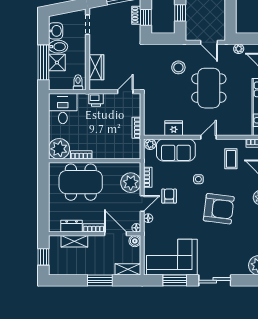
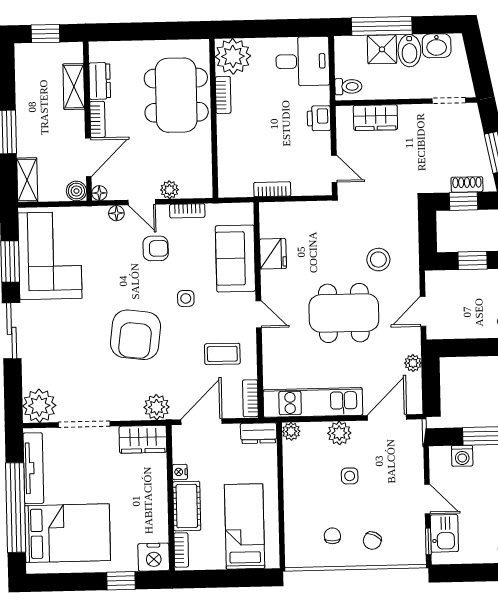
plant: (150, 144) -> (244, 214), removed
plant: (131, 183) -> (169, 190), width x0.53, depth x0.53

